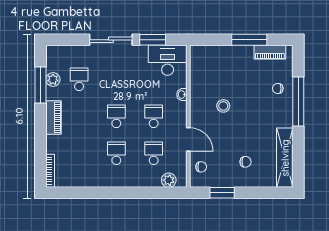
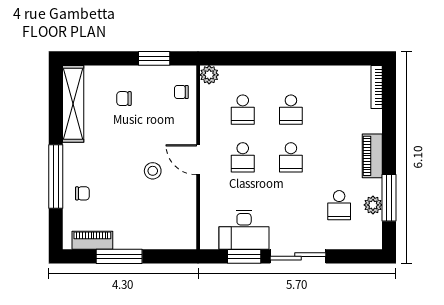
desk: (168, 60) -> (244, 230), moved
washbasin: (182, 95) -> (206, 186), removed
door: (188, 139) -> (198, 160), moved
plant: (169, 180) -> (209, 75), moved

